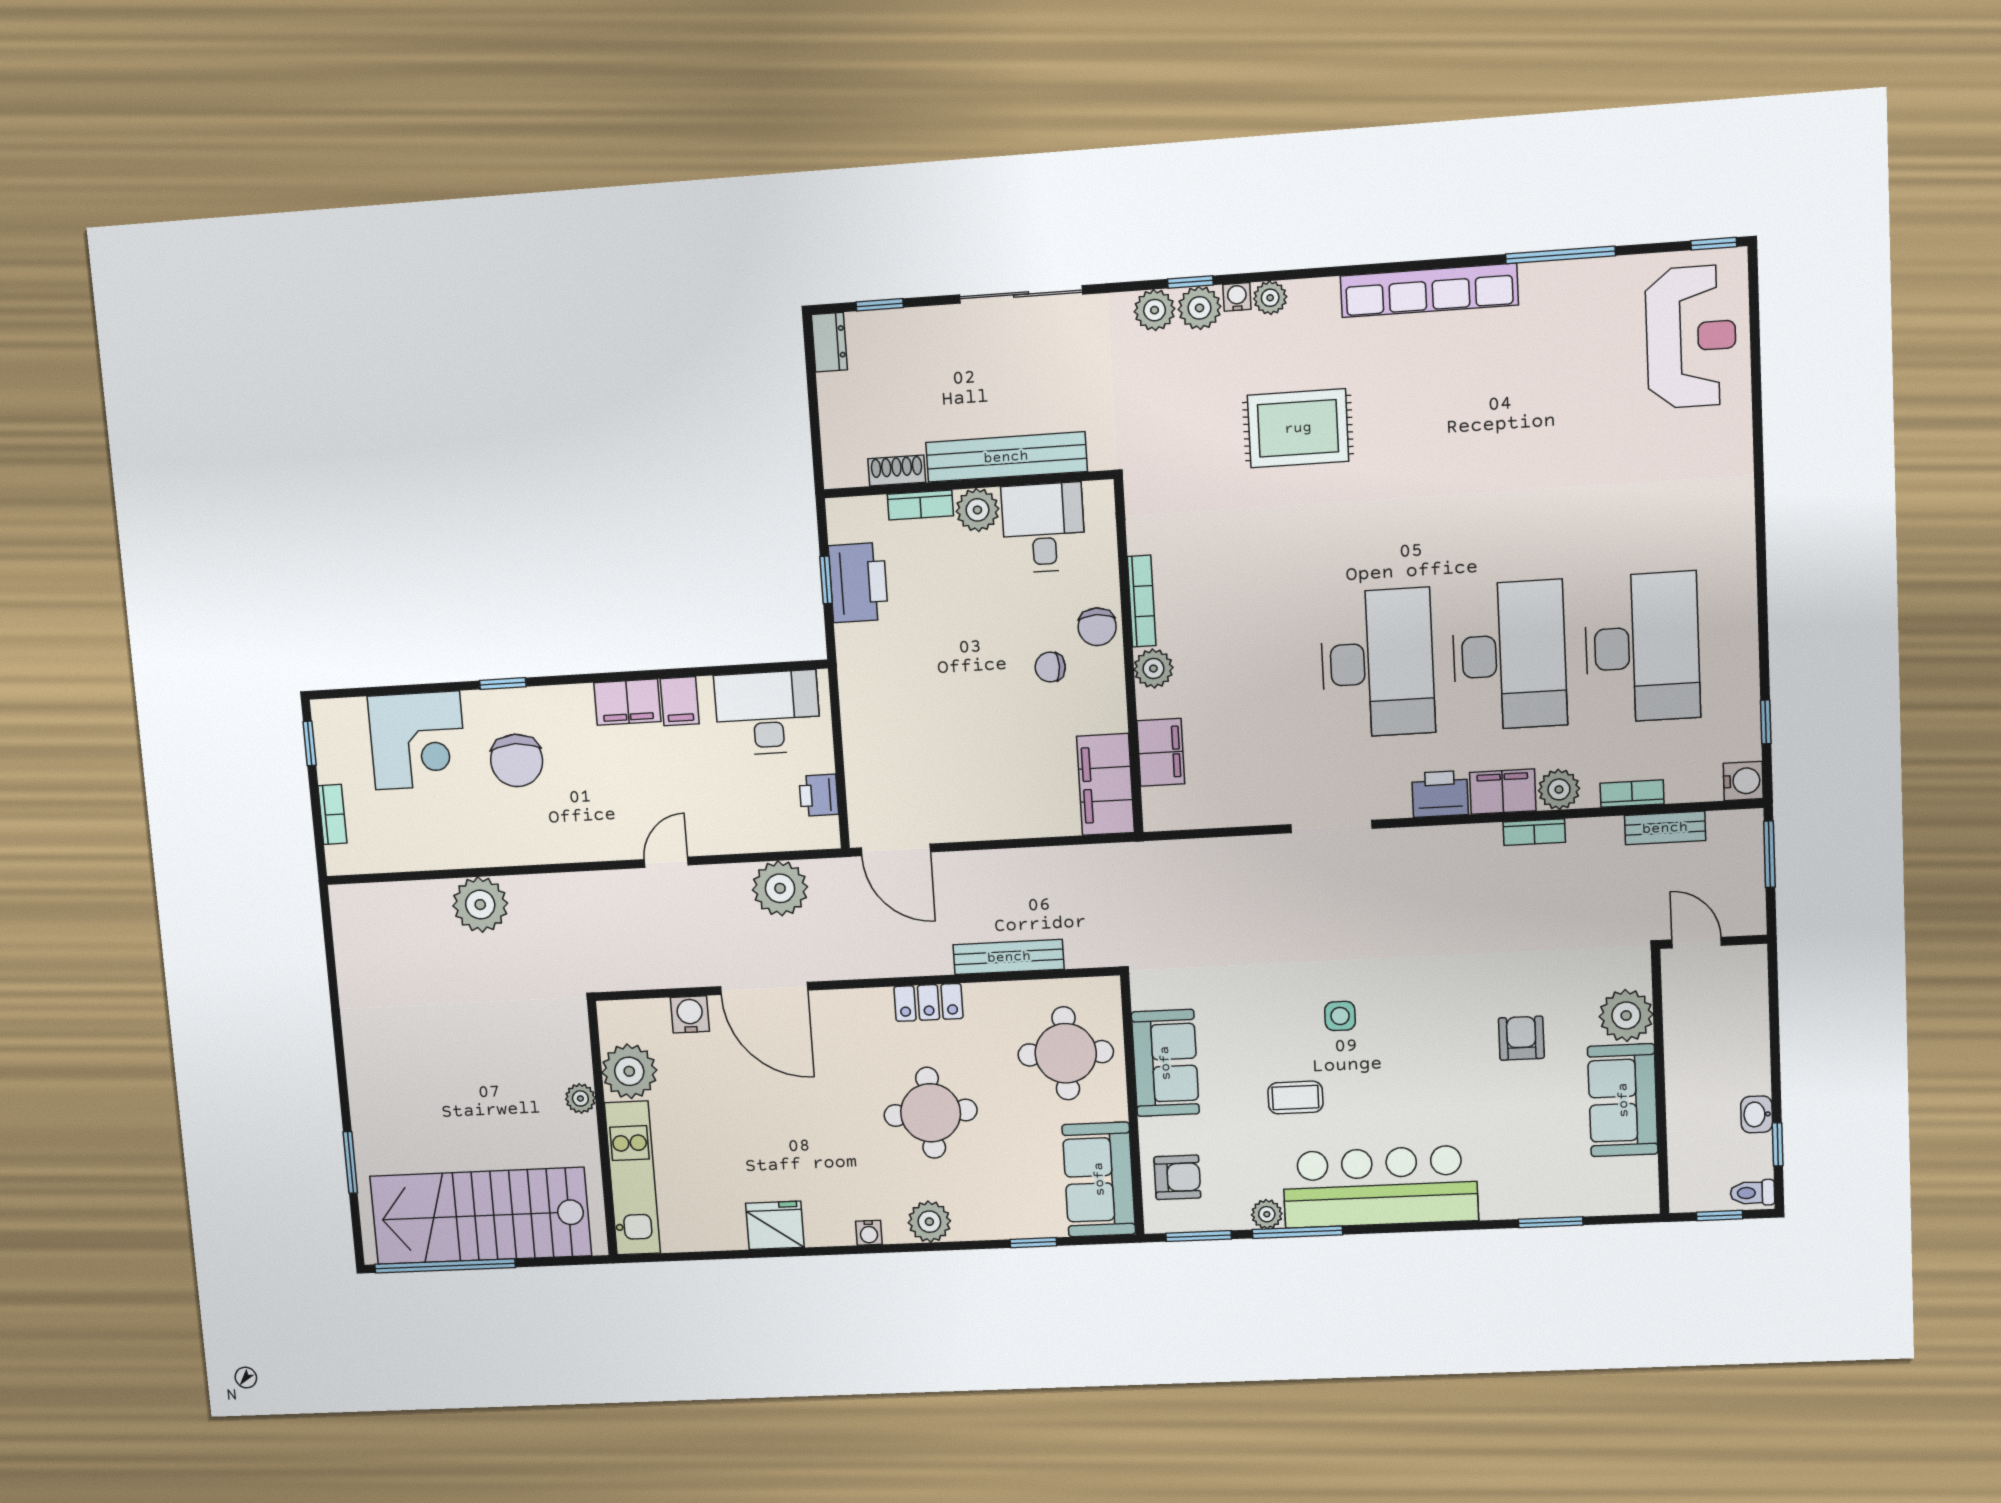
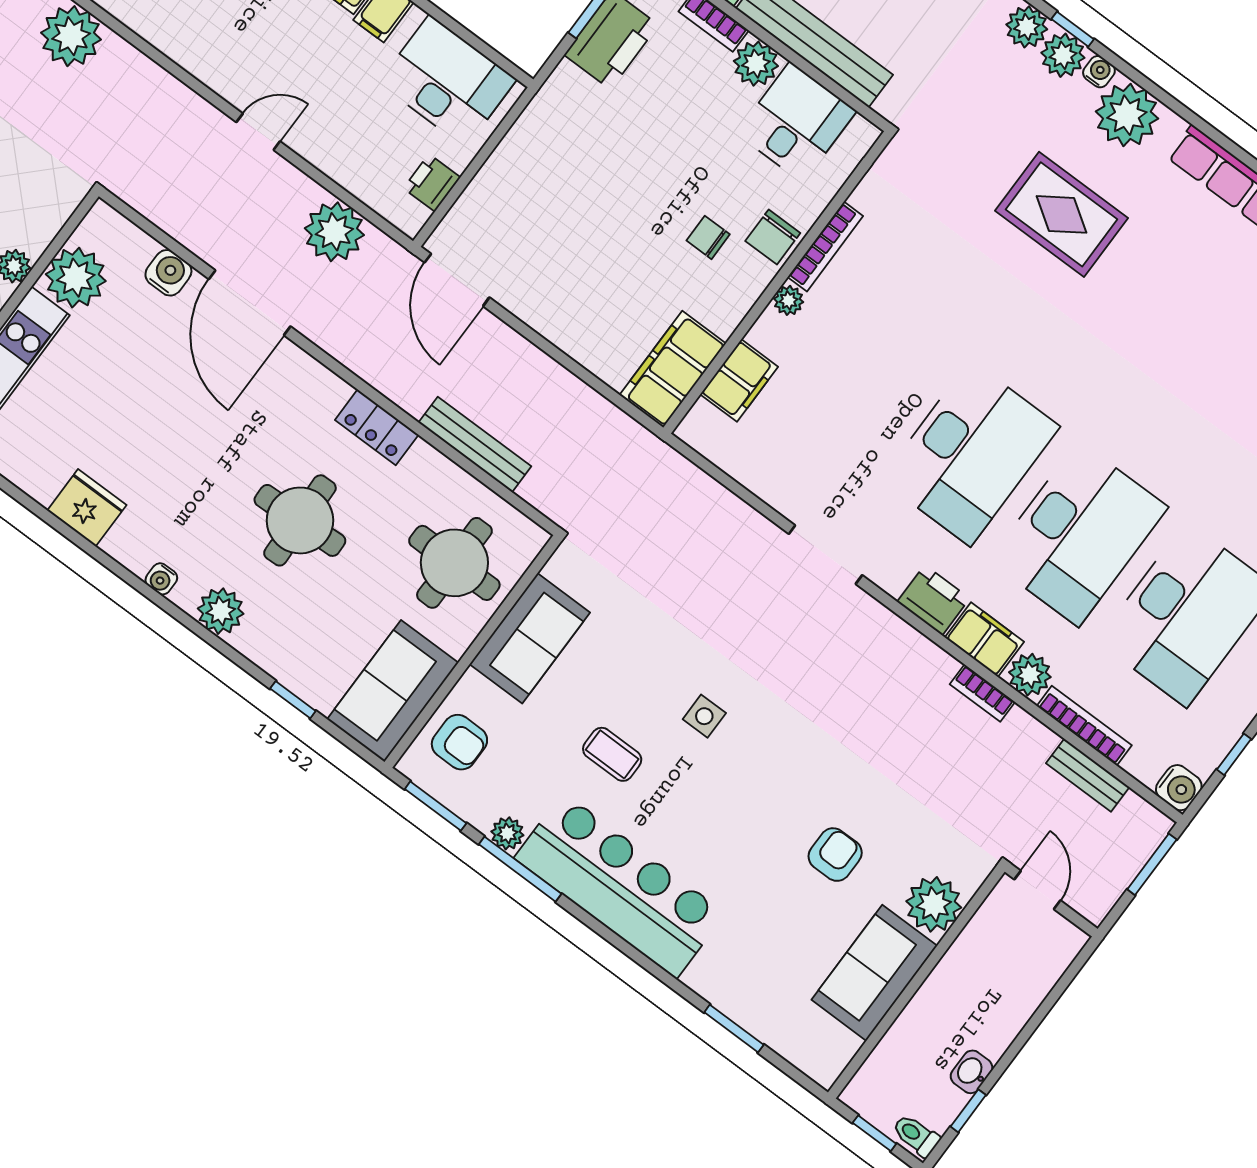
plant: (1270, 298) -> (1127, 115), width x1.88, depth x1.88
plant: (1153, 669) -> (789, 300), width x0.73, depth x0.73
bookcase: (1632, 794) -> (1084, 726), width x1.56

